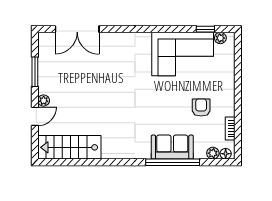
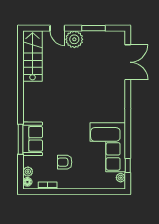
double door: (77, 29) -> (128, 62), swing flipped
plant: (44, 101) -> (74, 39), width x1.88, depth x1.88
armchair: (201, 107) -> (65, 162), turned 180
window: (173, 162) -> (21, 139), width x0.68

